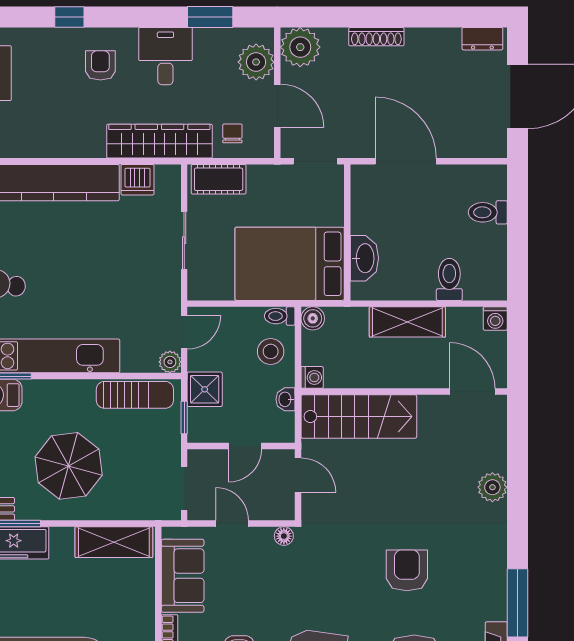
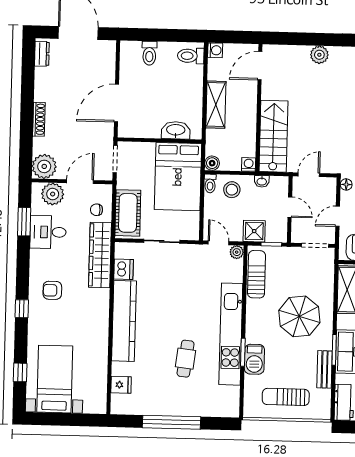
desk: (165, 56) -> (48, 232), moved
cot: (219, 179) -> (128, 213), width x1.37, depth x1.34
toilet: (449, 279) -> (191, 56), moved

